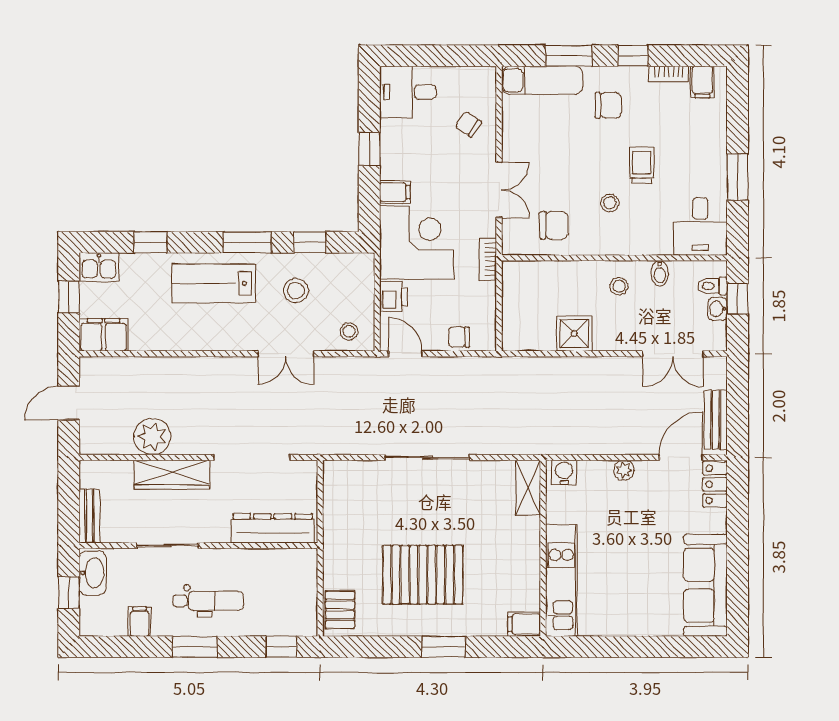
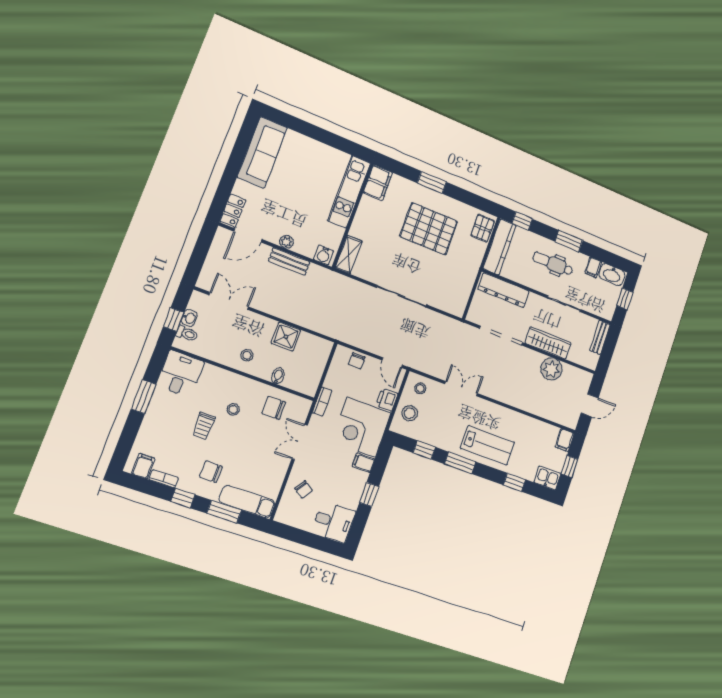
bidet: (660, 273) -> (278, 376), moved
stool: (296, 291) -> (410, 413), moved
filing cabinet: (104, 335) -> (565, 440), width x0.50
chair: (459, 337) -> (357, 361), turned 90
bench: (716, 420) -> (289, 261), moved, turned 90
washbasin: (93, 573) -> (612, 275), moved, turned -90
kitchen counter: (303, 592) -> (500, 247), added
filing cabinet: (524, 624) -> (378, 183), width x2.00

